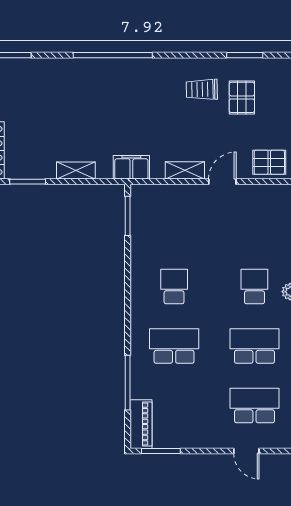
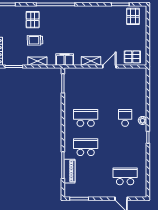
pallet: (66, 86) -> (33, 20), added
trolley: (202, 89) -> (35, 40), moved
pallet: (242, 97) -> (133, 16), moved
school desk: (174, 287) -> (86, 118), width x1.85
school desk: (254, 346) -> (125, 147), removed
piano: (141, 424) -> (69, 171), moved

